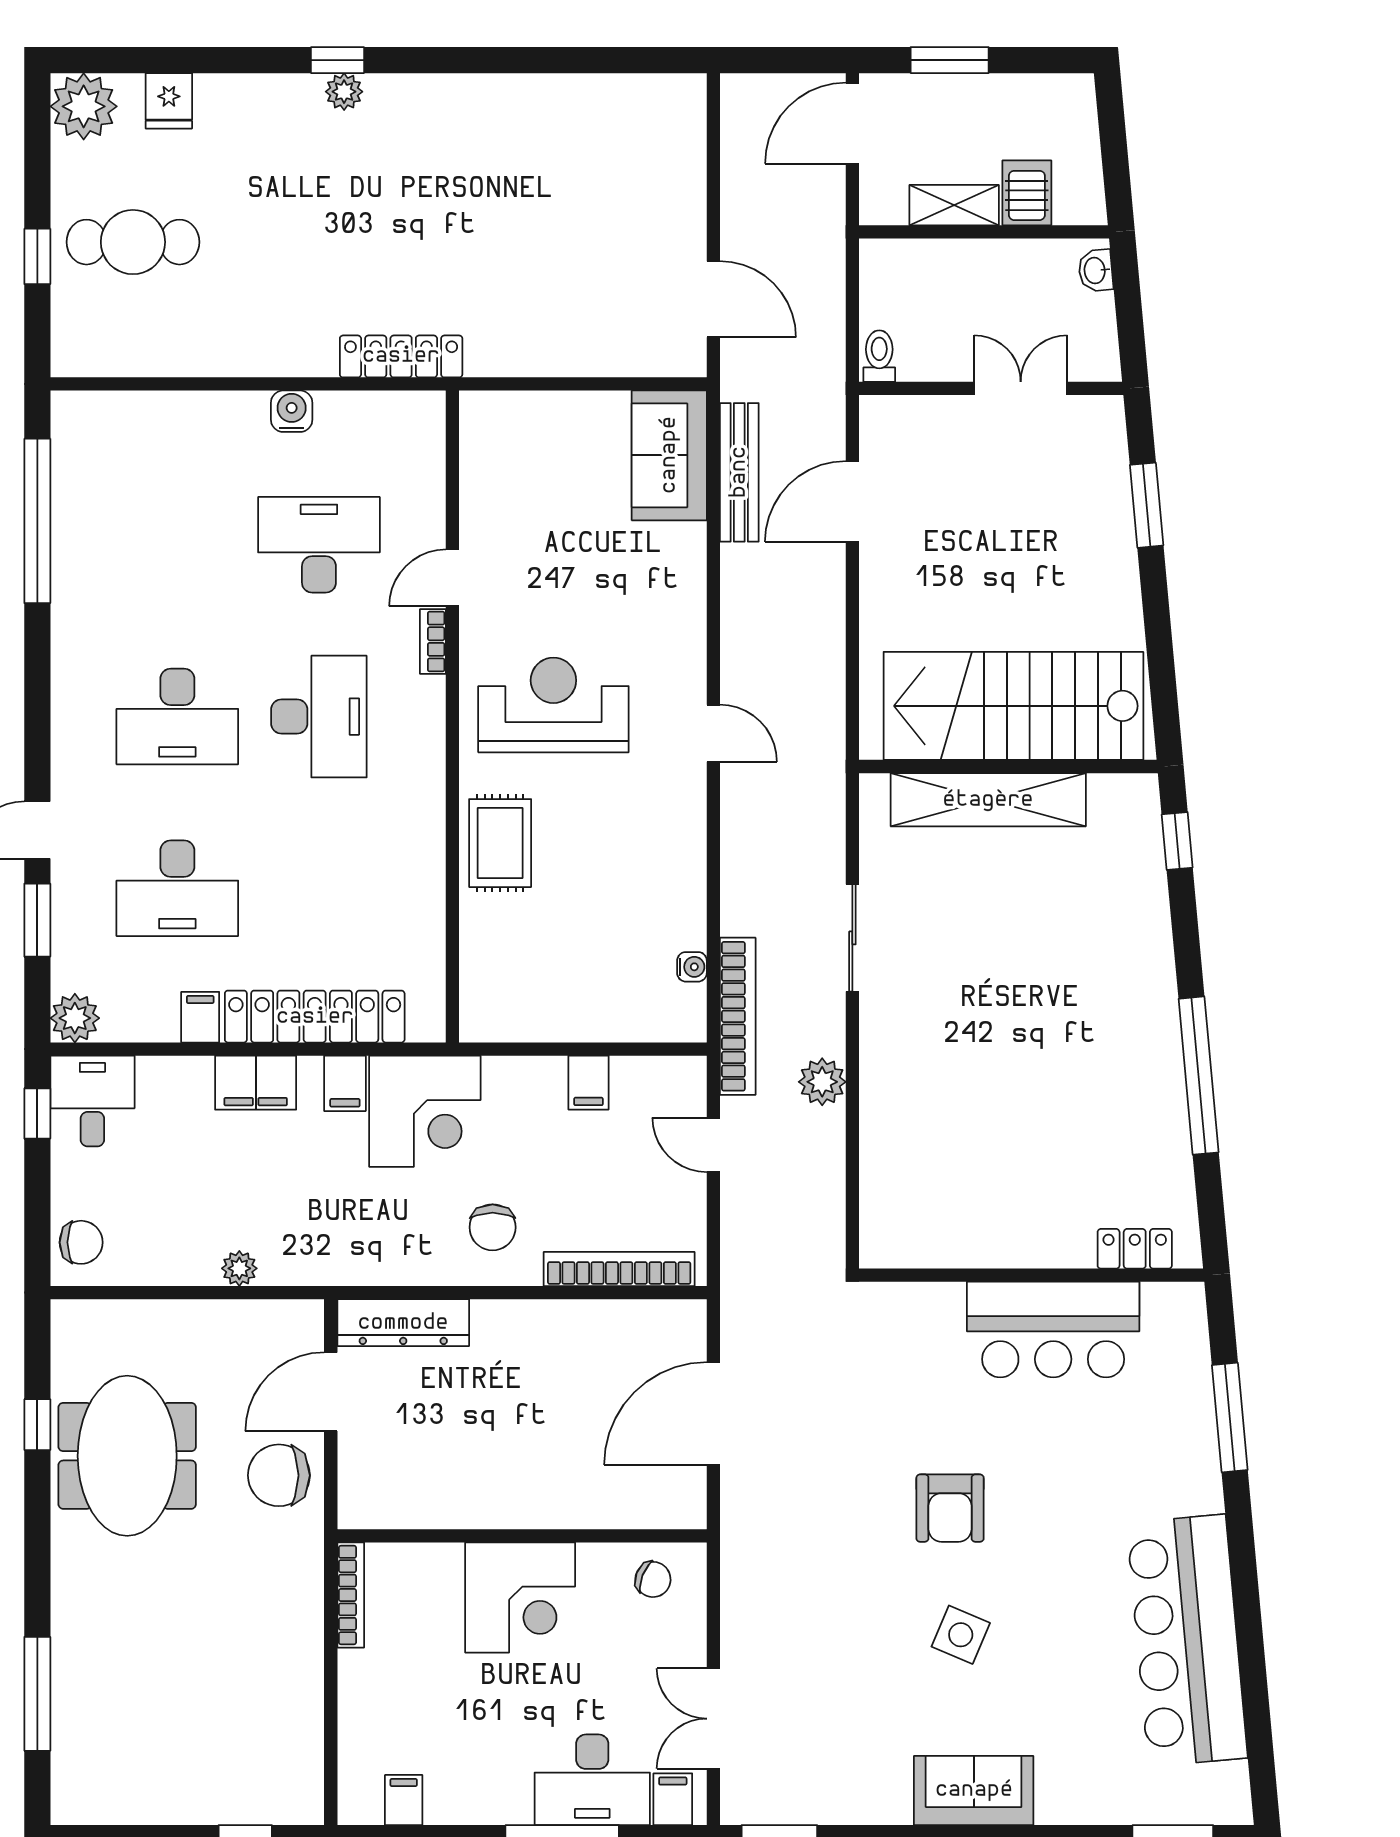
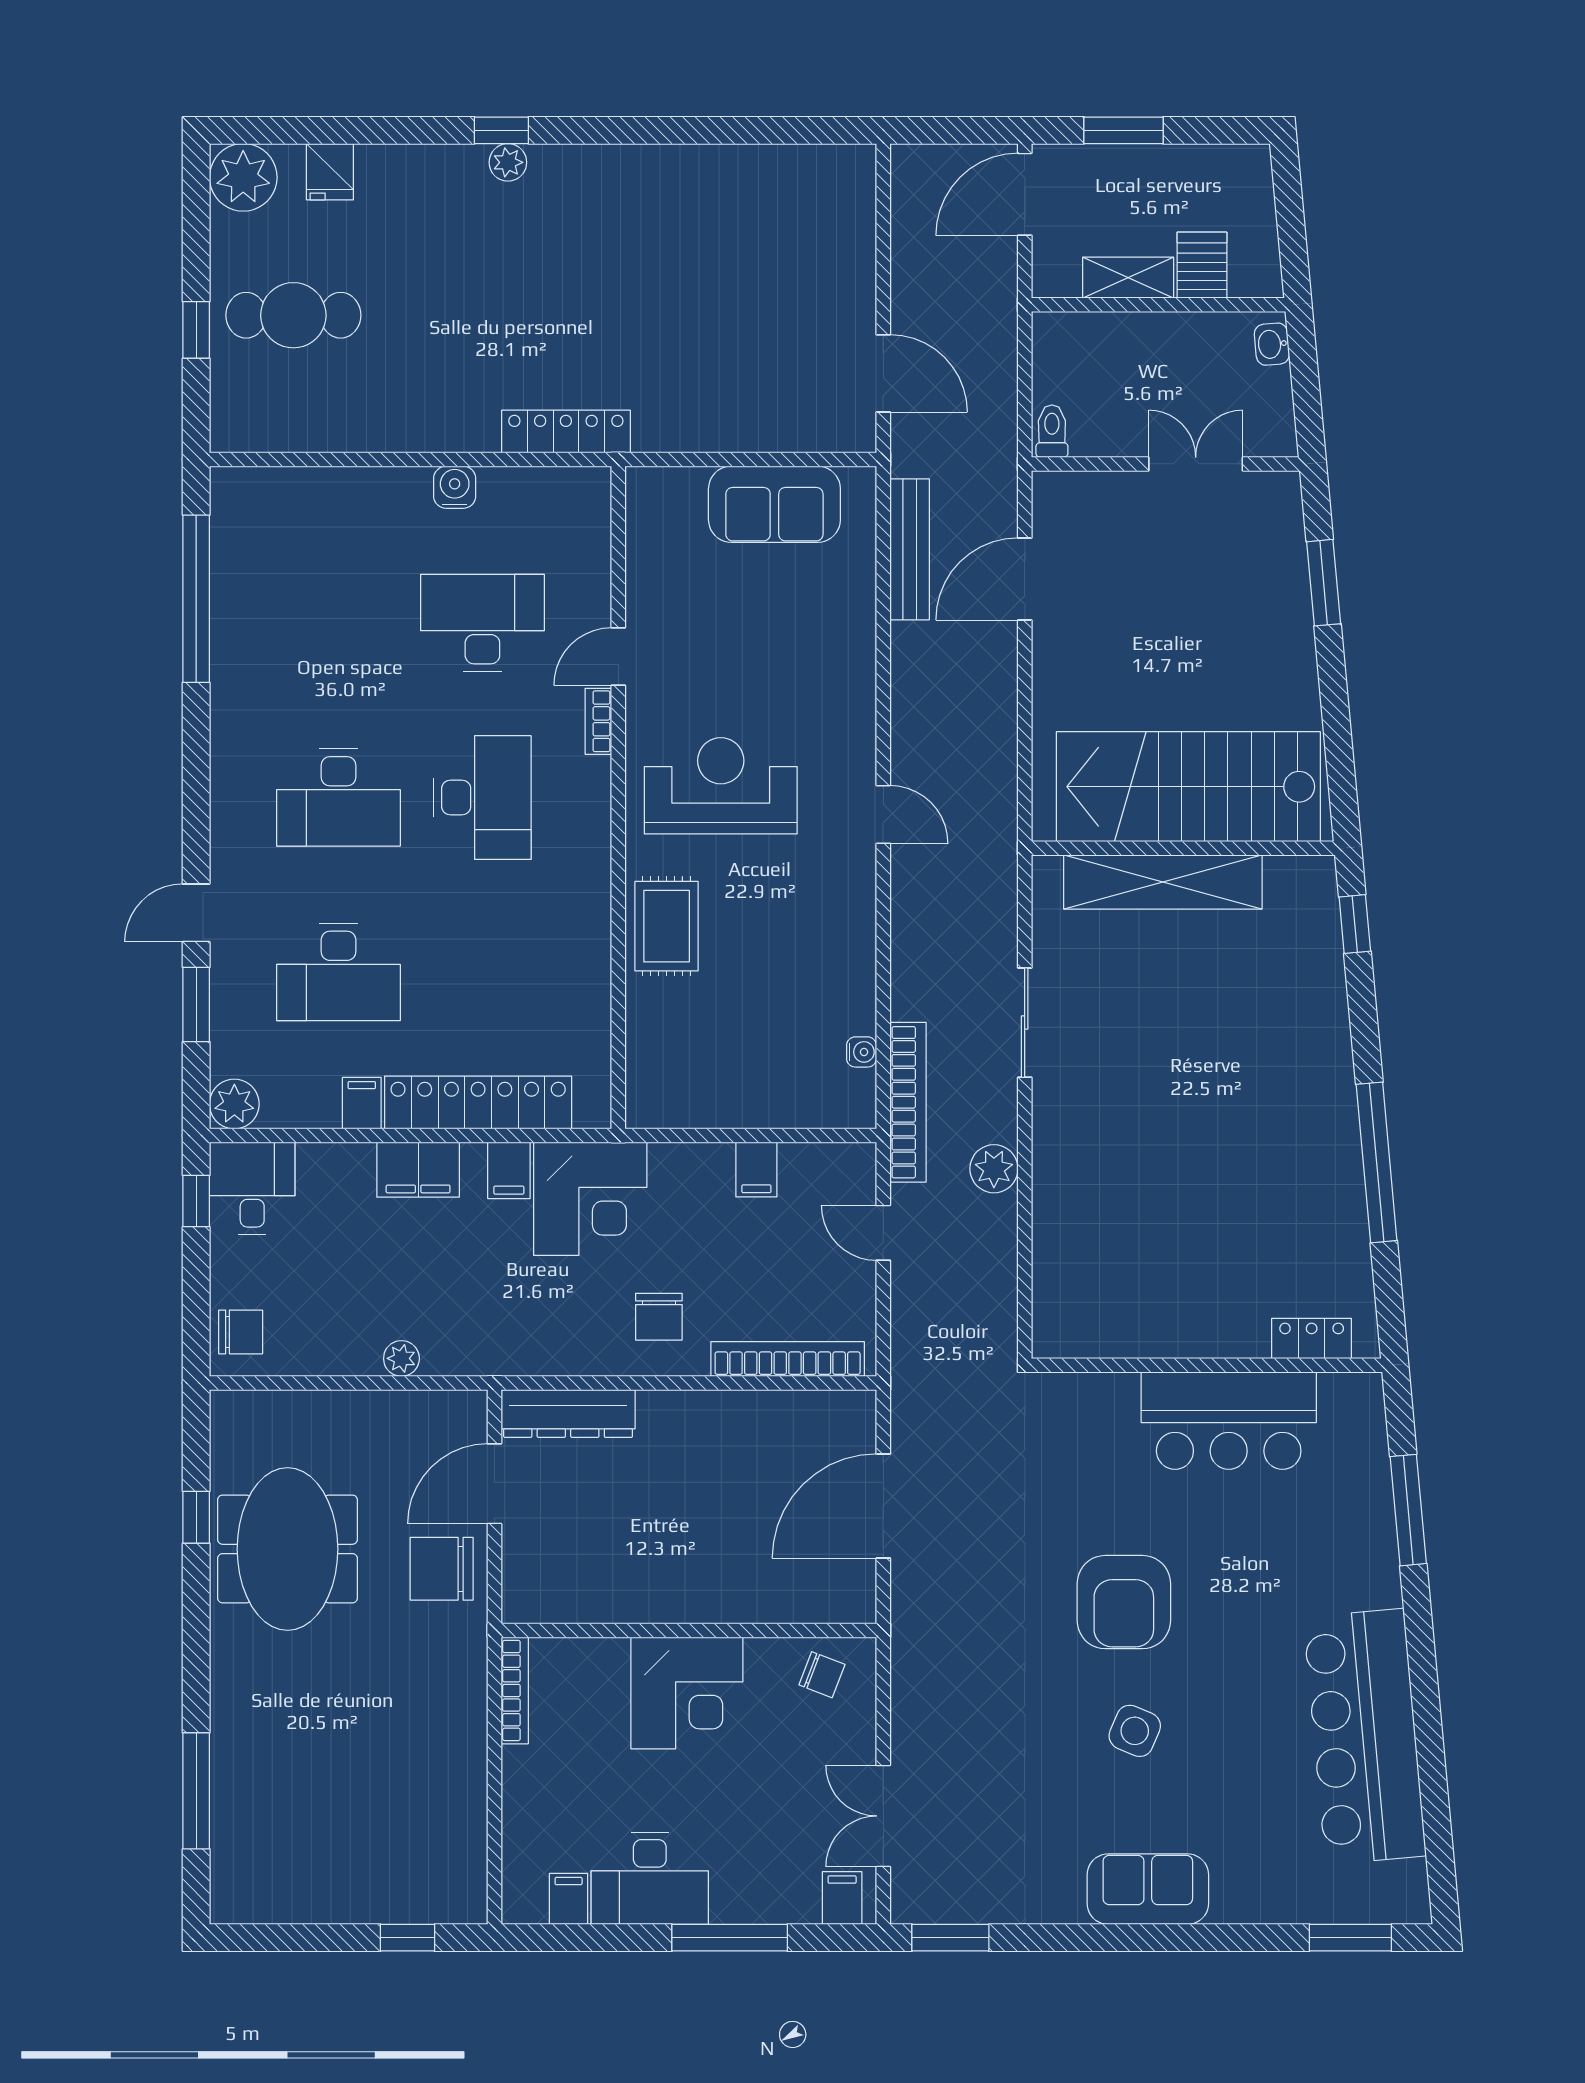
sofa: (669, 455) -> (774, 504), moved, turned -90
armchair: (950, 1508) -> (1124, 1602), width x1.36, depth x1.36
desk: (592, 1780) -> (650, 1878), moved

